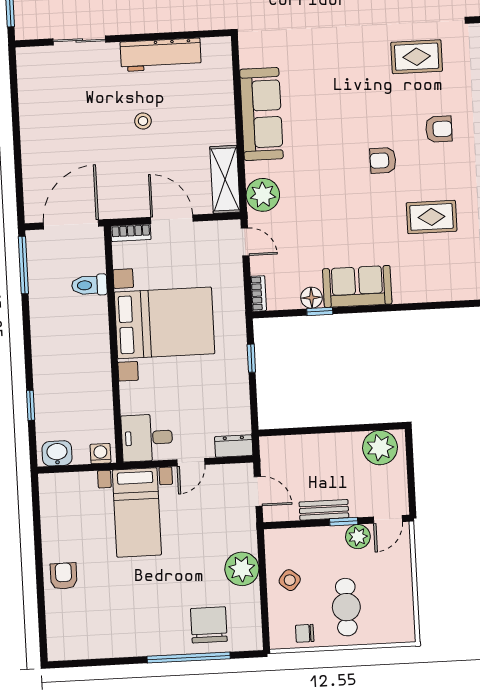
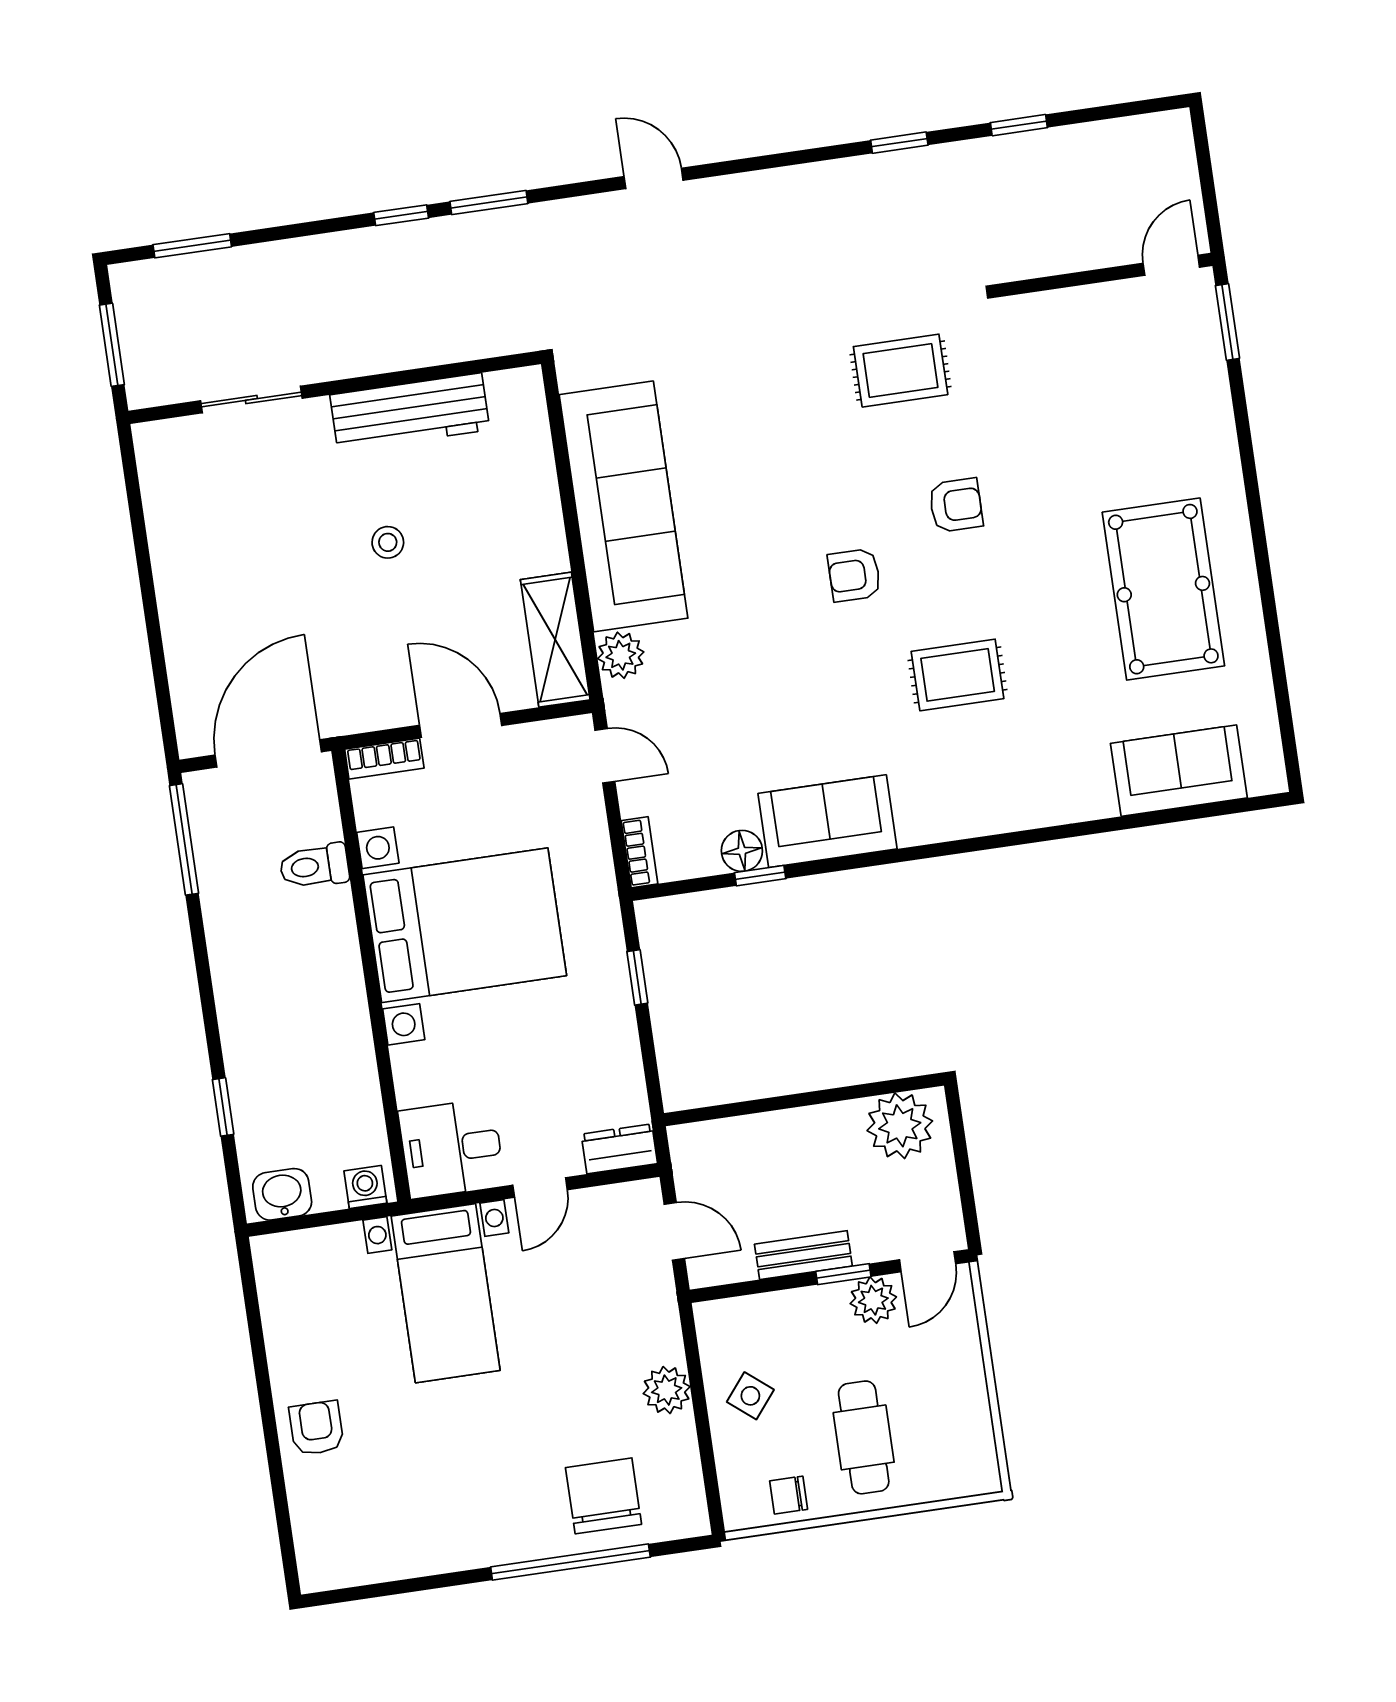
sofa: (261, 114) -> (623, 506), width x1.36, depth x1.27
plant: (263, 195) -> (621, 655), width x0.73, depth x0.73
plant: (242, 569) -> (667, 1390), width x0.73, depth x0.73

